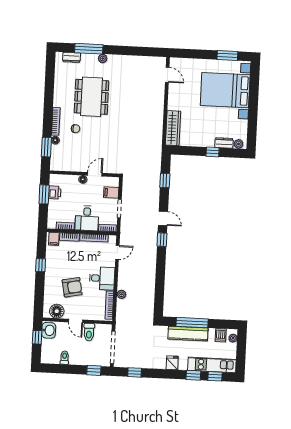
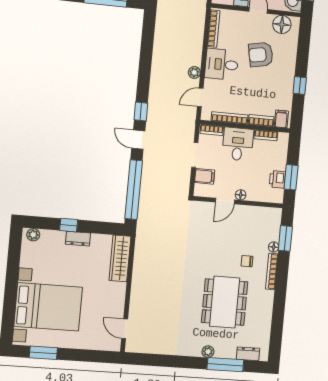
dresser: (224, 143) -> (78, 239), moved
window: (165, 180) -> (134, 190), width x3.17
plant: (122, 294) -> (194, 72), moved

